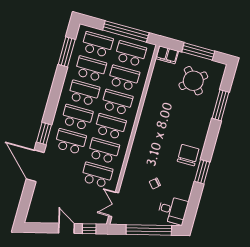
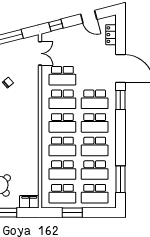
window: (126, 31) -> (72, 213), width x0.47
locker: (35, 203) -> (111, 35), added
door: (66, 228) -> (89, 17), moved

